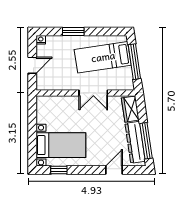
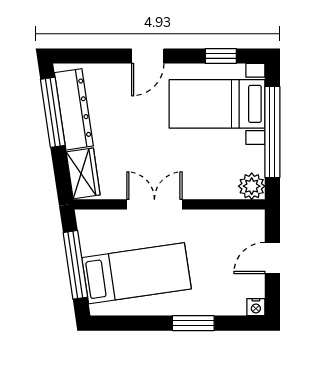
plant: (43, 102) -> (252, 186), added
window: (32, 130) -> (272, 132), added
door: (114, 170) -> (148, 56), moved

